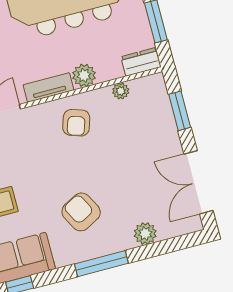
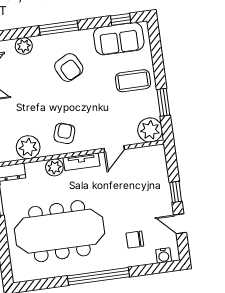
plant: (121, 91) -> (28, 147), width x1.88, depth x1.88

